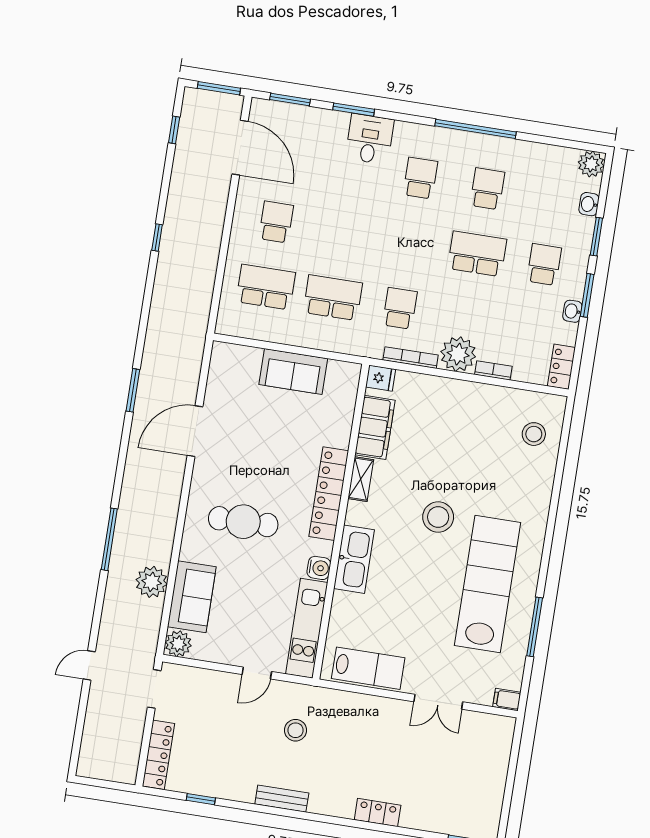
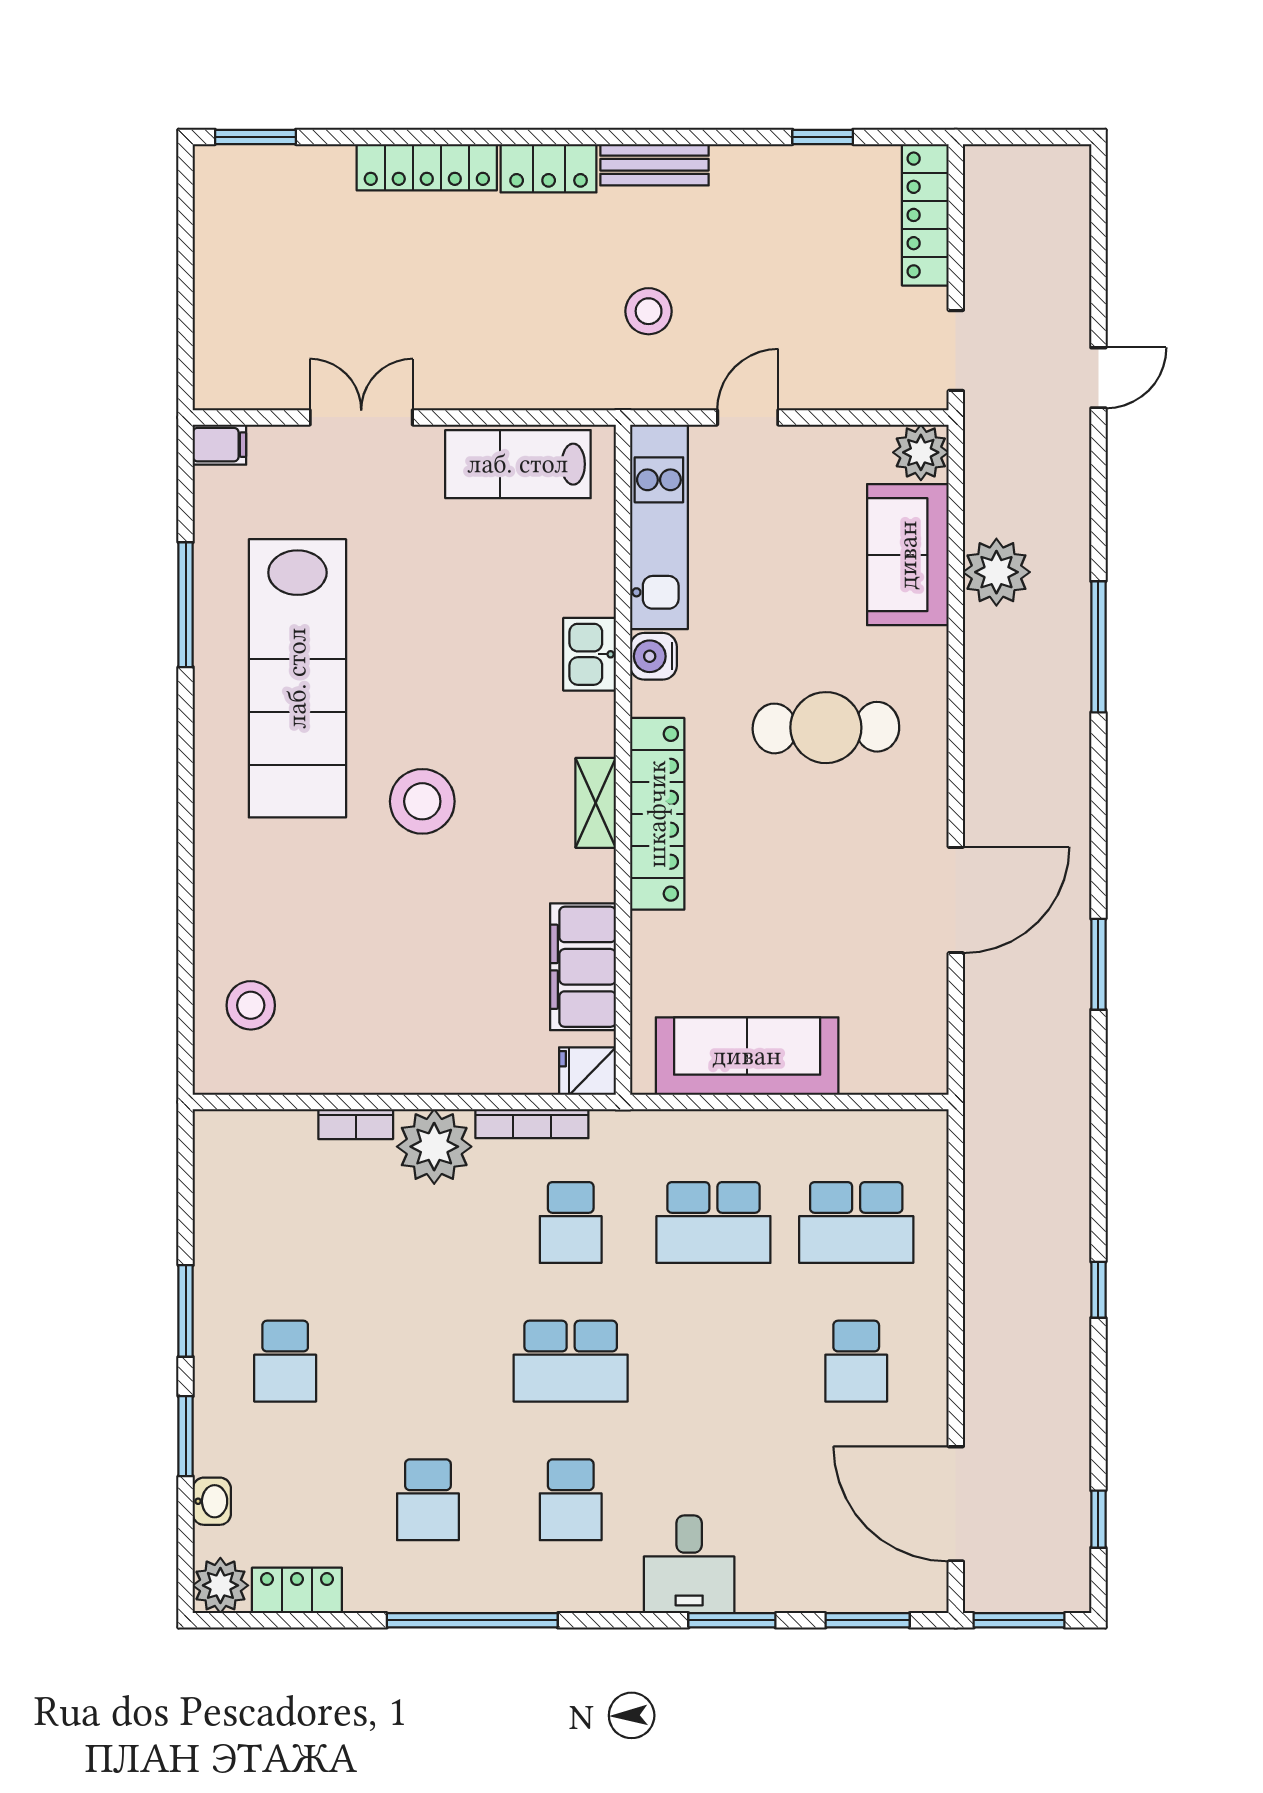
school desk: (477, 254) -> (571, 1361), moved
washbasin: (572, 311) -> (211, 1273), removed
locker: (561, 367) -> (297, 1590), moved, turned -90
sofa: (293, 371) -> (747, 1056), width x1.36
shelving: (361, 479) -> (596, 803), moved
kitchen sink: (354, 559) -> (590, 654), width x0.53, depth x0.81
locker: (332, 805) -> (549, 168), added
locker: (378, 813) -> (427, 167), width x1.53

